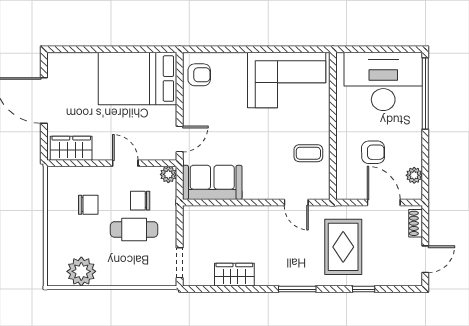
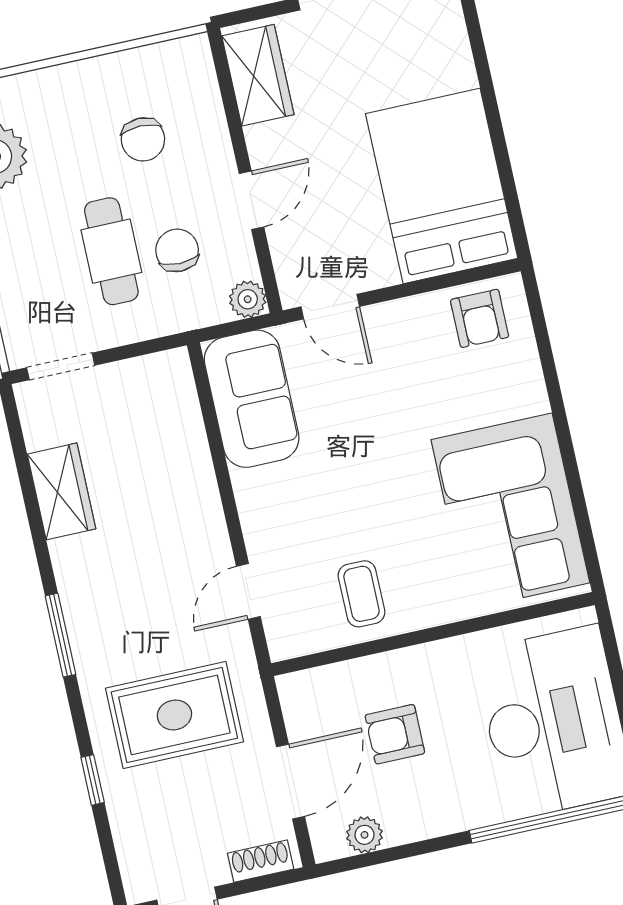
armchair: (373, 152) -> (395, 734), turned 91

